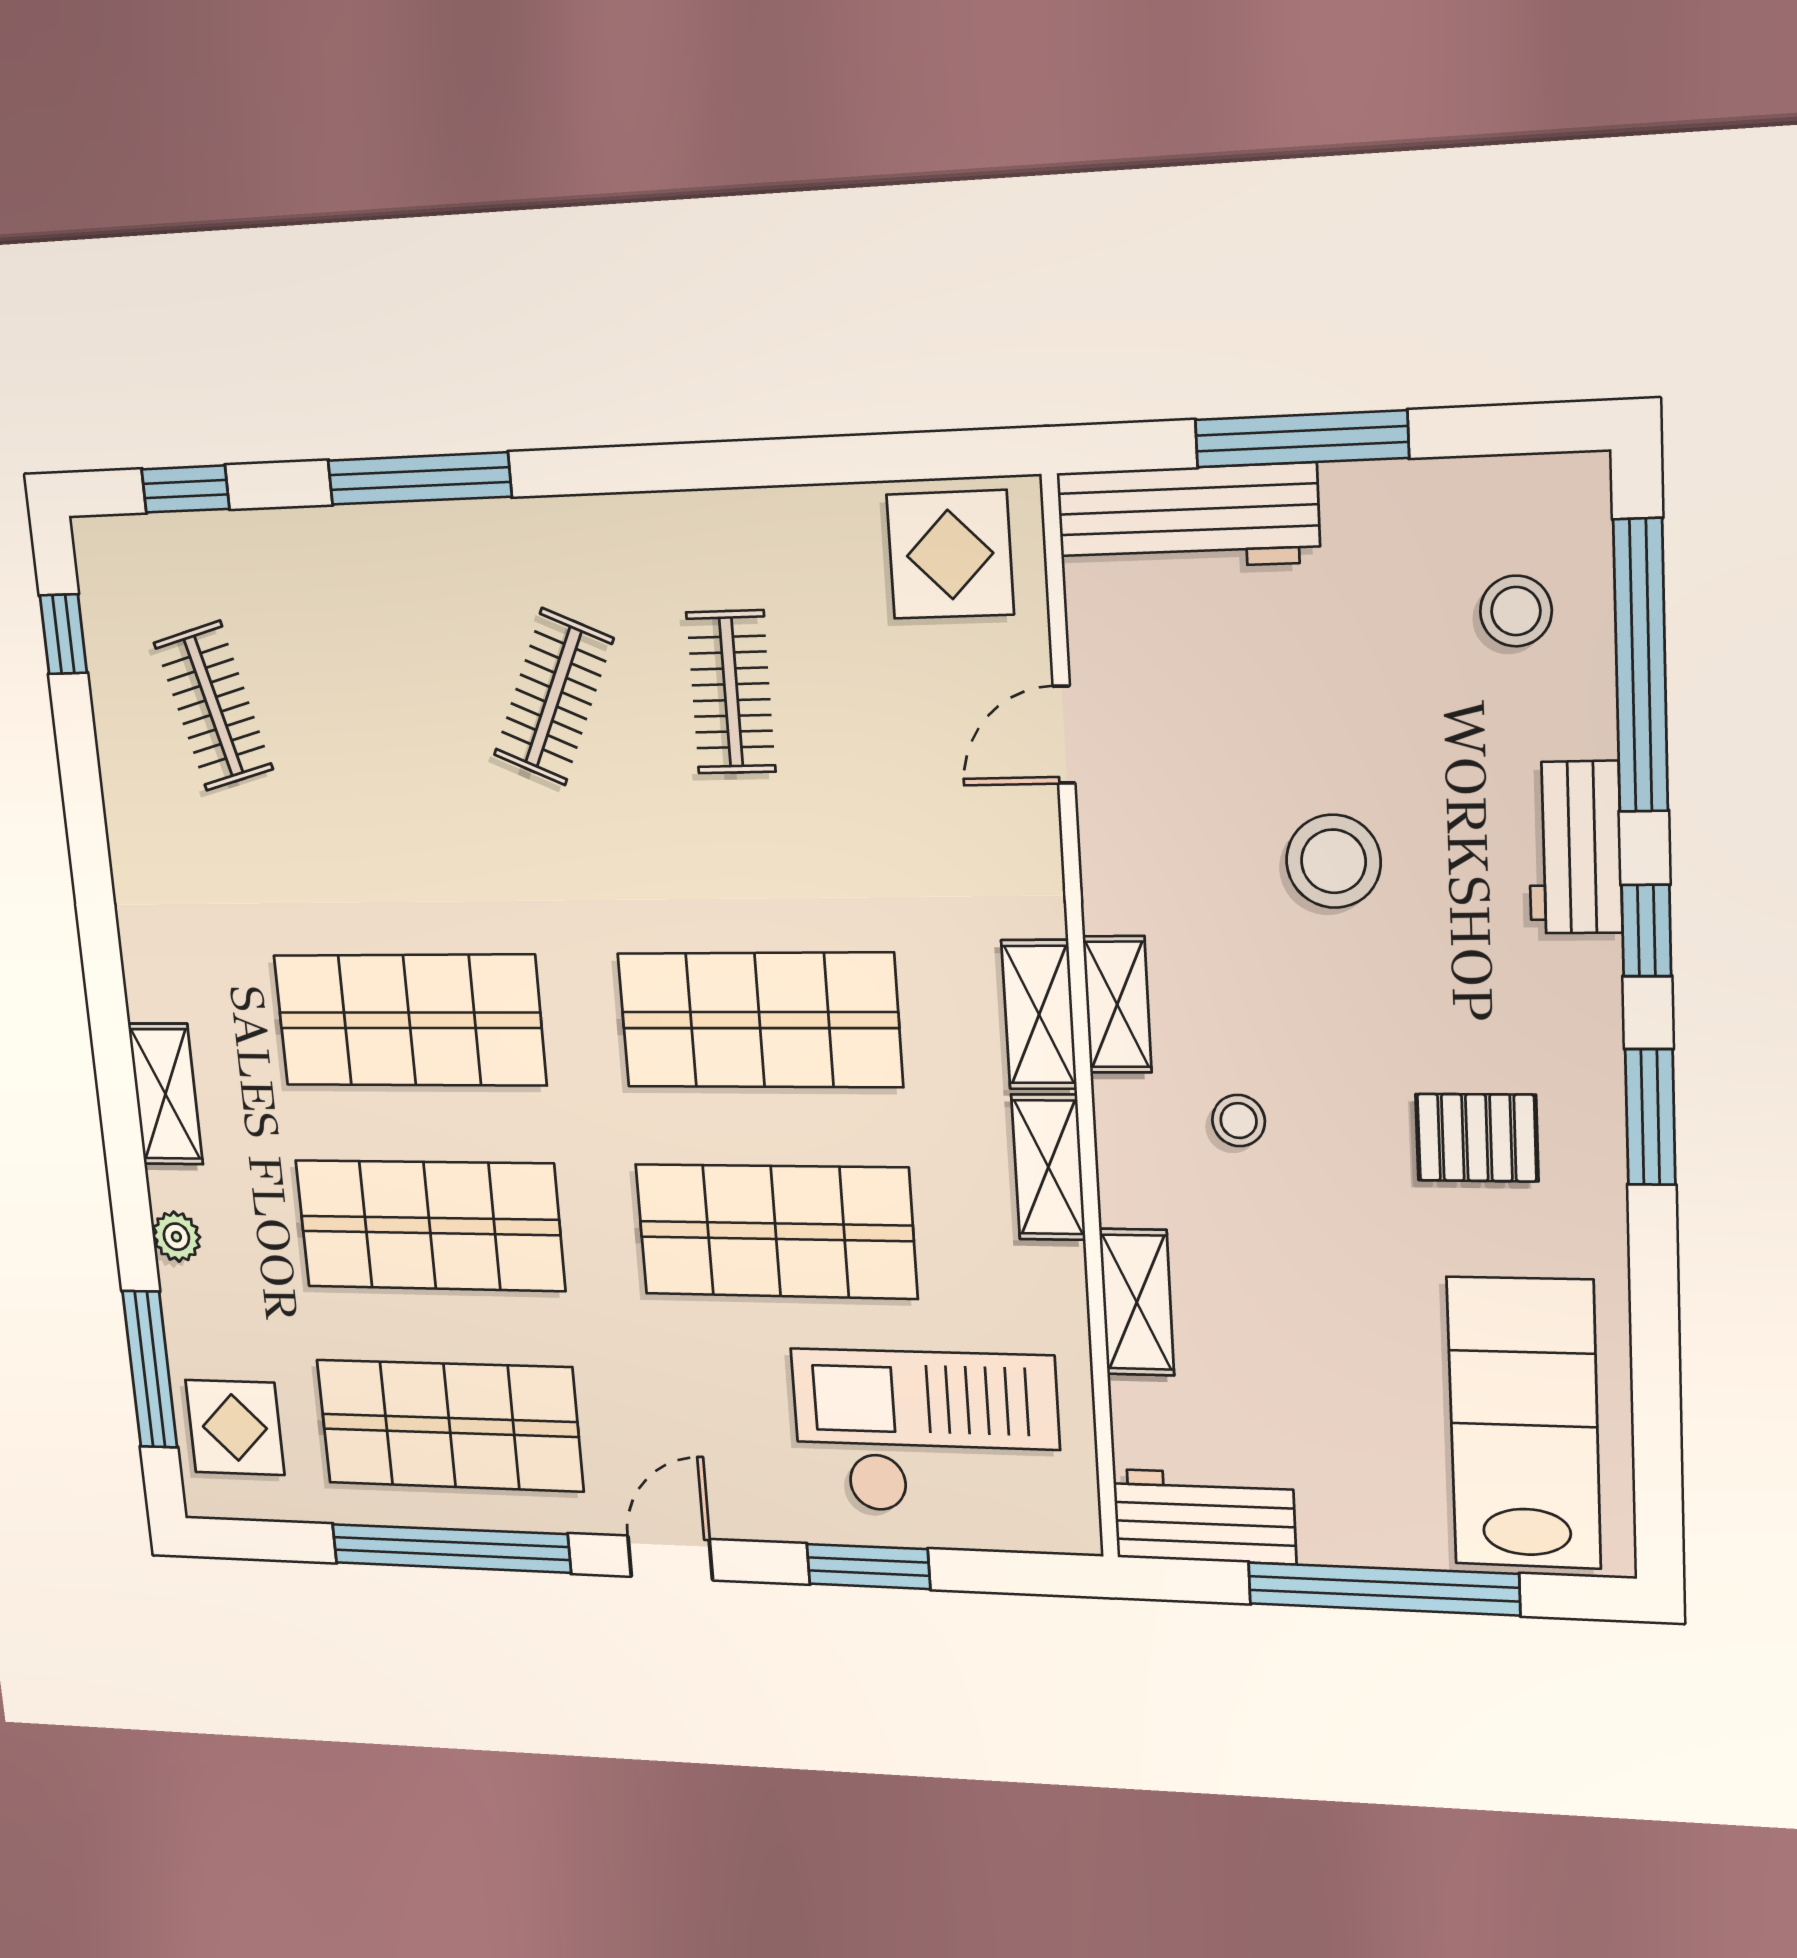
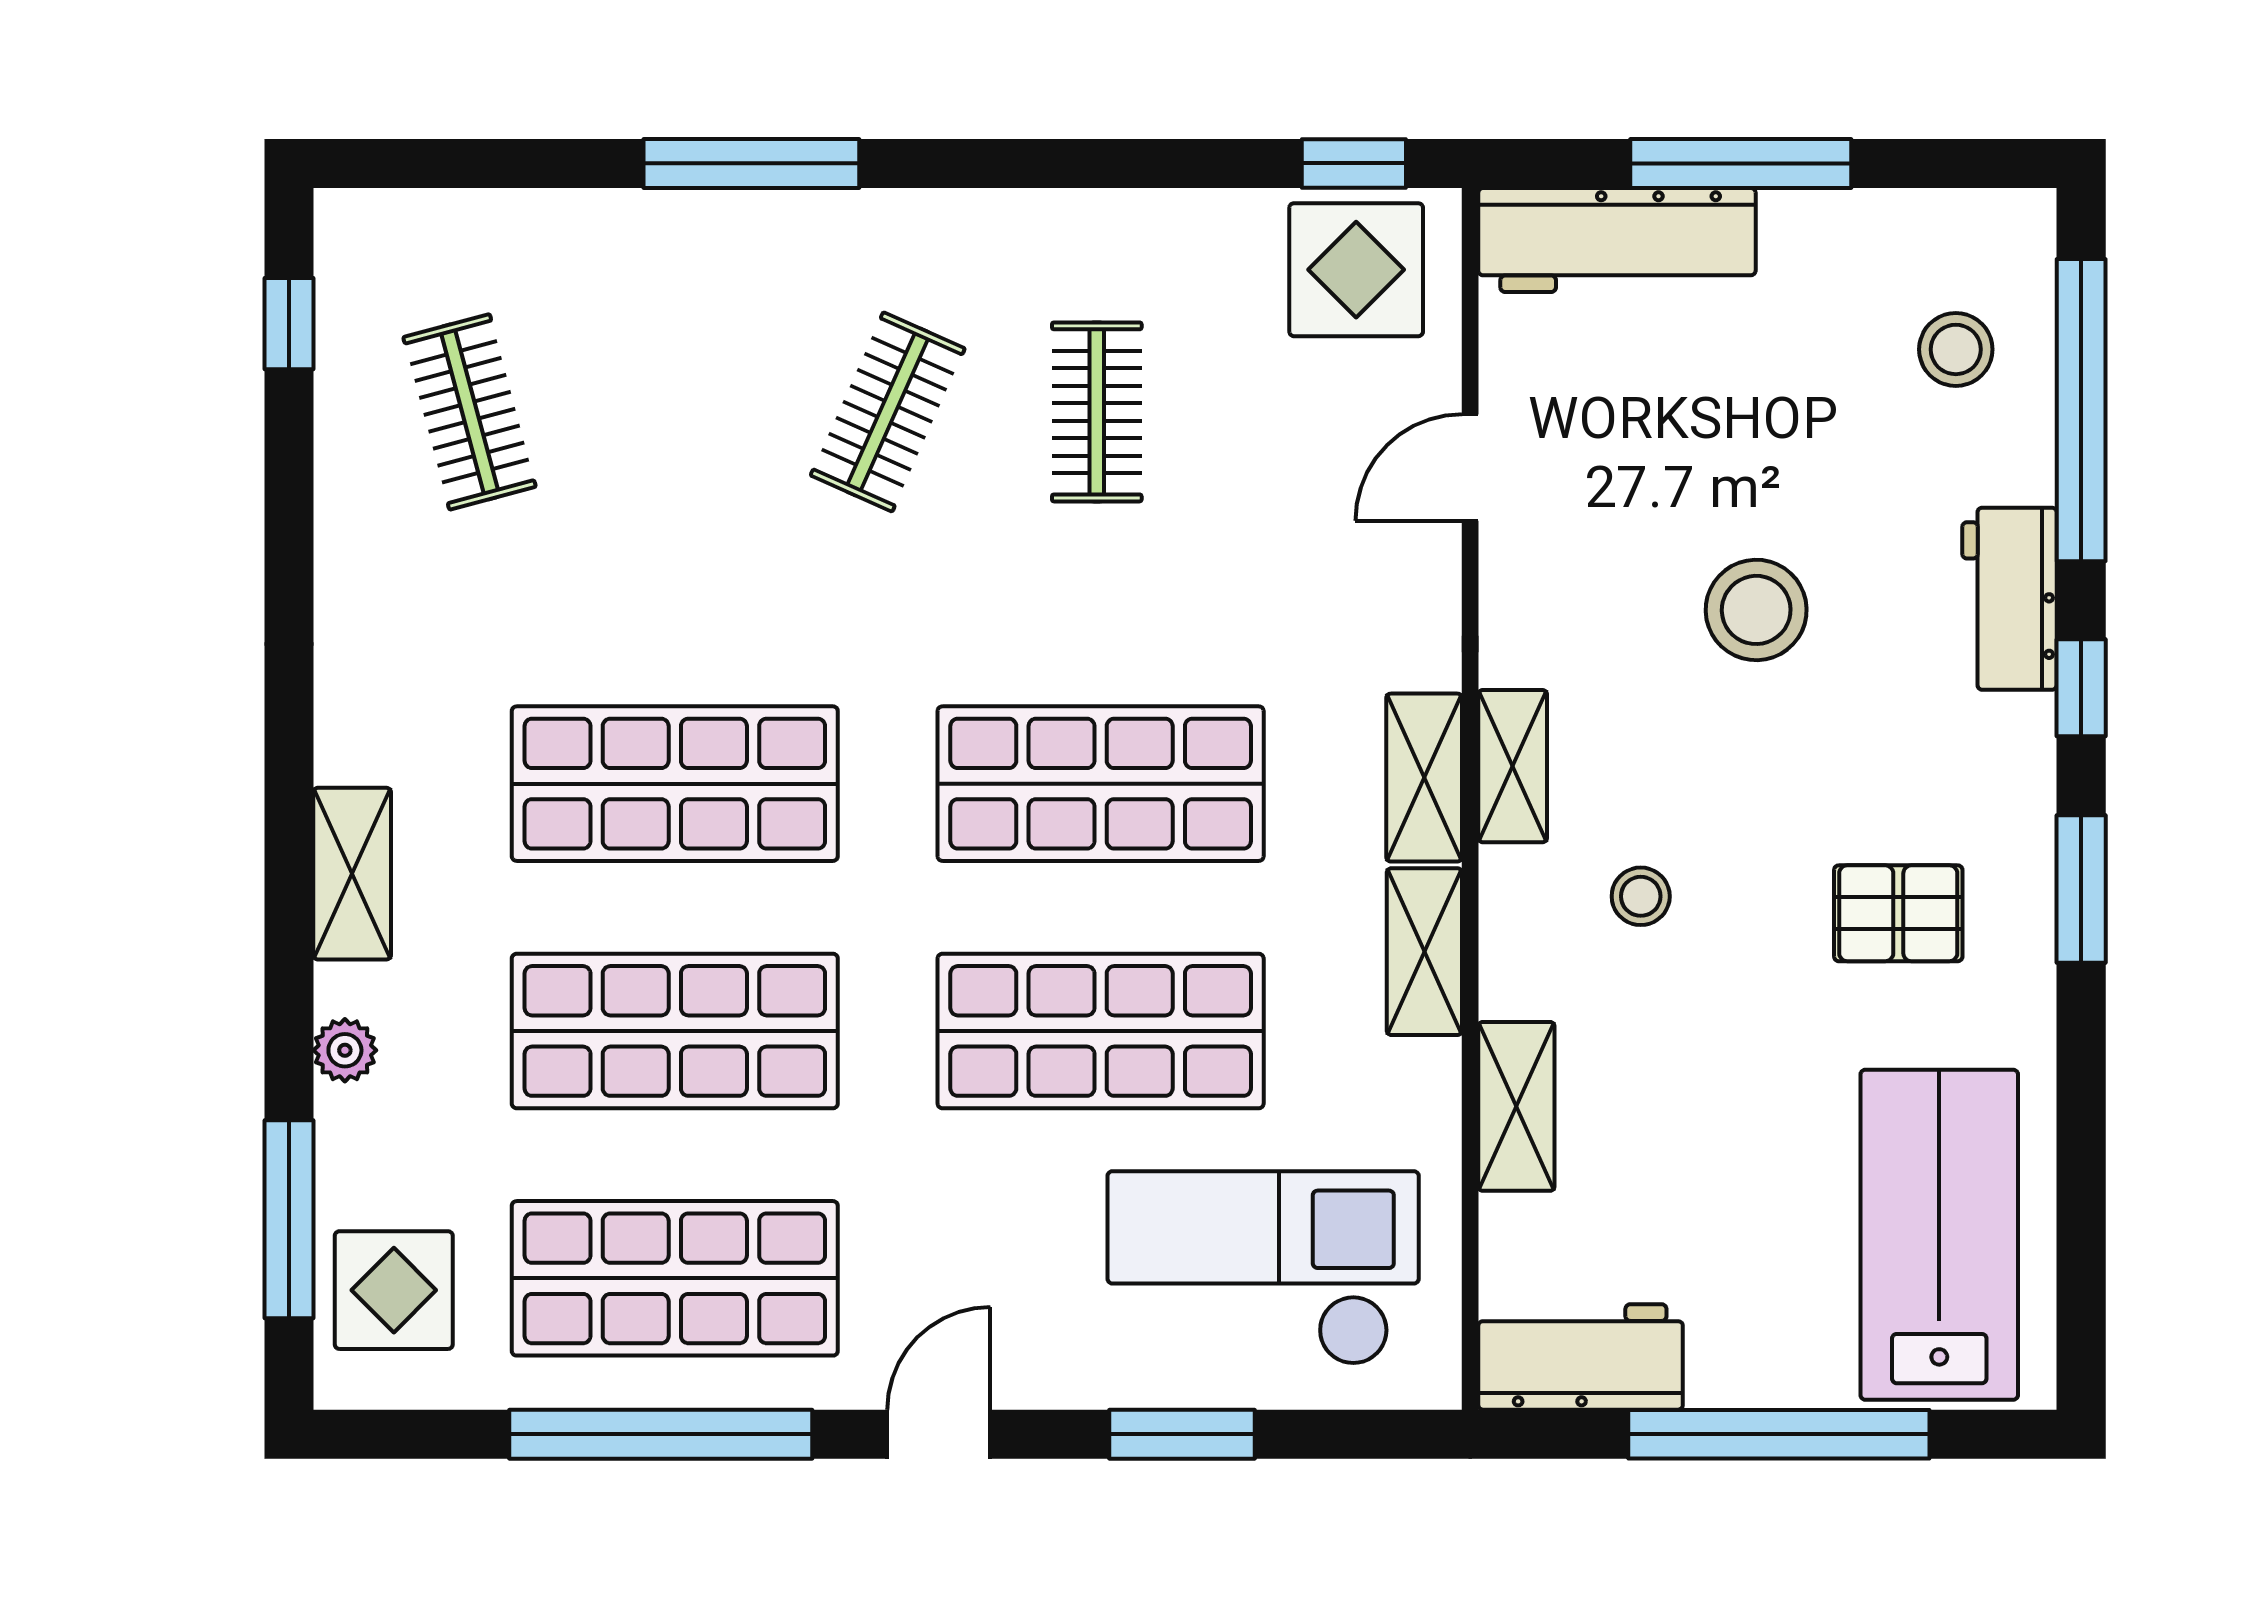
window: (185, 489) -> (1354, 163), moved

